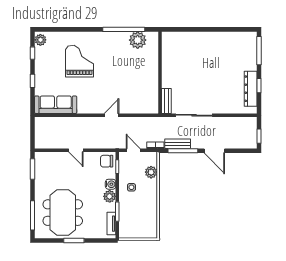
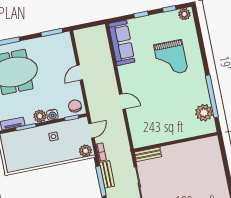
grand piano: (80, 61) -> (171, 58), turned 90
plant: (151, 172) -> (85, 151), moved

